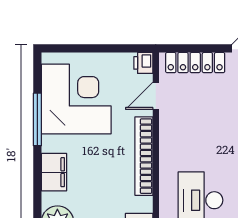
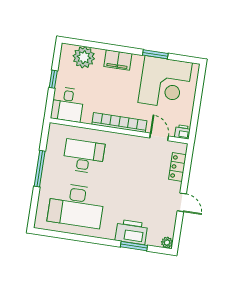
locker: (195, 63) -> (177, 167), width x0.66
window: (37, 119) -> (155, 54), width x0.69

